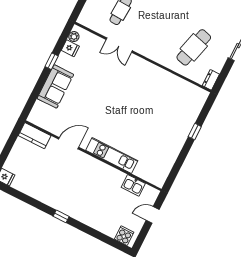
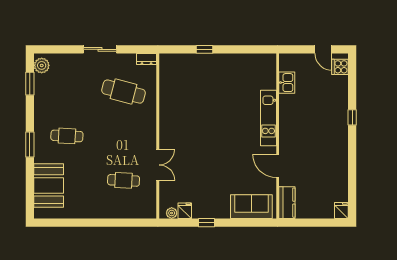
sofa: (55, 86) -> (251, 207), moved
door: (153, 215) -> (323, 49), moved
window: (61, 216) -> (352, 117), moved

